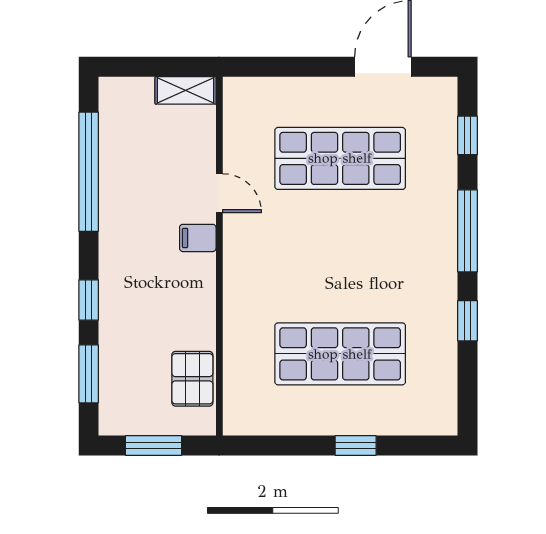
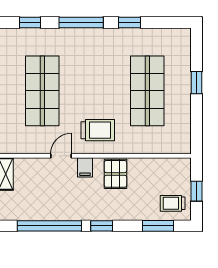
trolley: (267, 262) -> (98, 130), added
window: (89, 300) -> (102, 226), moved
pallet: (192, 379) -> (115, 174), moved, turned 90
trolley: (131, 401) -> (173, 203), added
window: (154, 446) -> (197, 191), width x0.67

